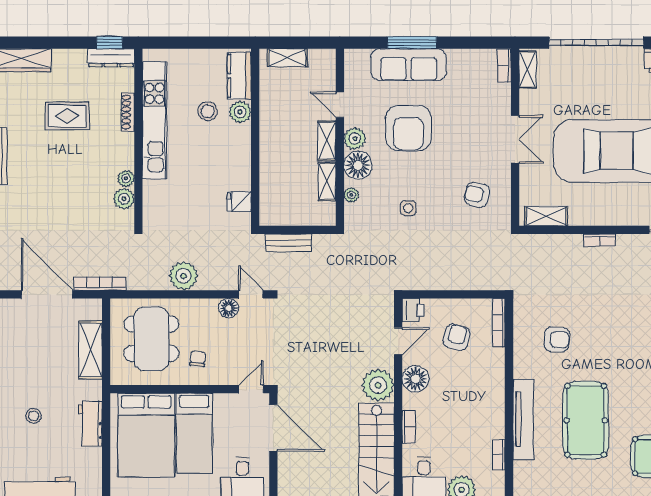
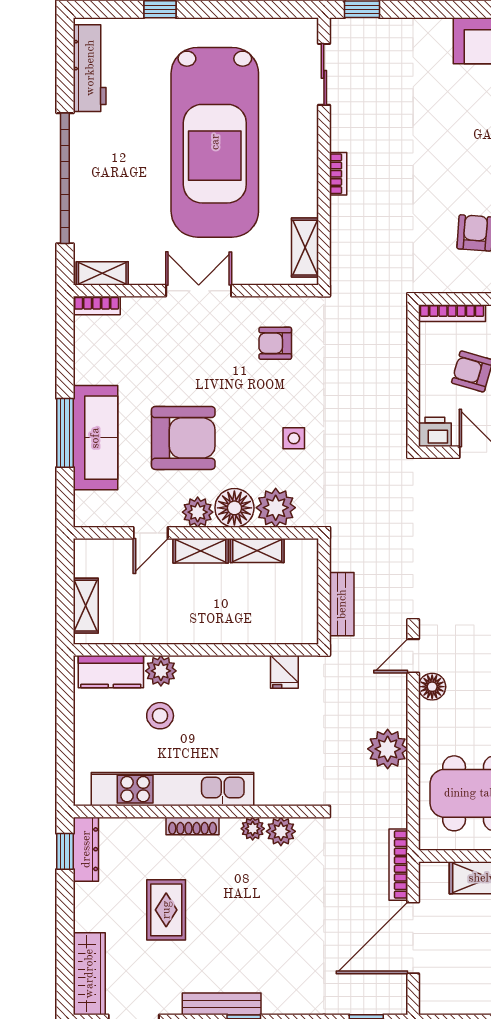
shoe rack: (128, 112) -> (193, 826), moved
plant: (351, 195) -> (276, 508), width x1.87, depth x1.87
armchair: (477, 195) -> (275, 343), turned 78

